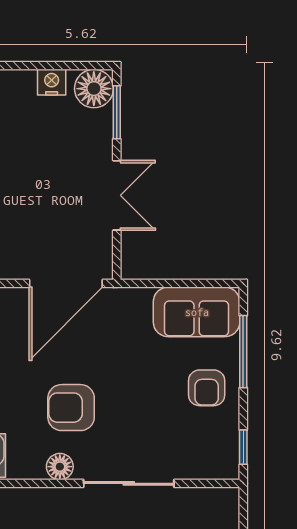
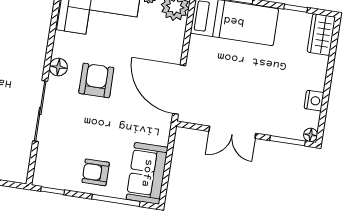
floor lamp: (94, 89) -> (311, 135), width x0.53, depth x0.53

